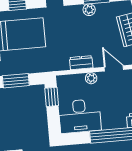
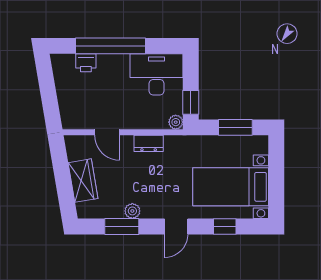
plant: (91, 78) -> (176, 122), moved

